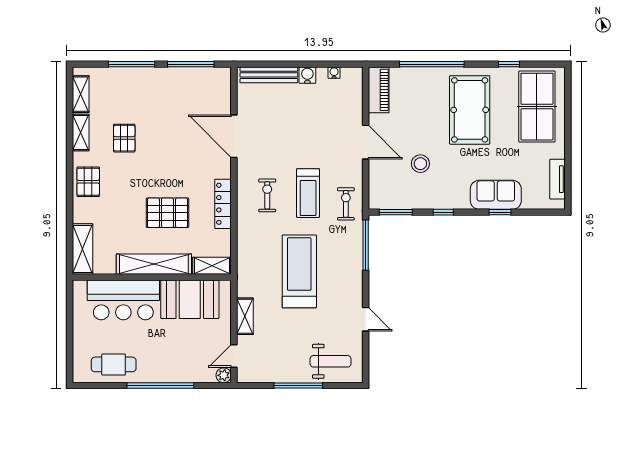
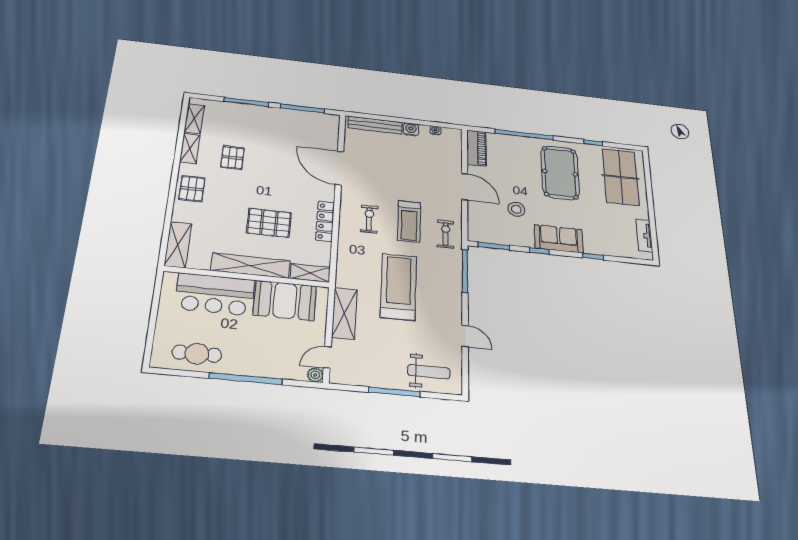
sofa: (496, 195) -> (559, 239), moved
shelving: (245, 316) -> (344, 313), width x1.50, depth x1.33

